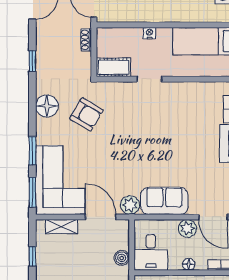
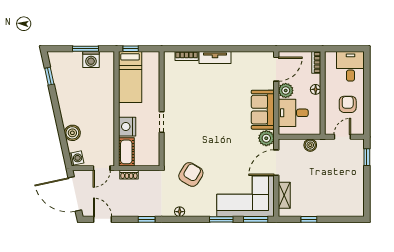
nightstand: (149, 33) -> (127, 127), width x1.89, depth x1.79
cot: (114, 67) -> (126, 152), moved
floor lamp: (47, 106) -> (180, 212), width x0.53, depth x0.53
desk: (151, 252) -> (293, 113), moved, turned 180

